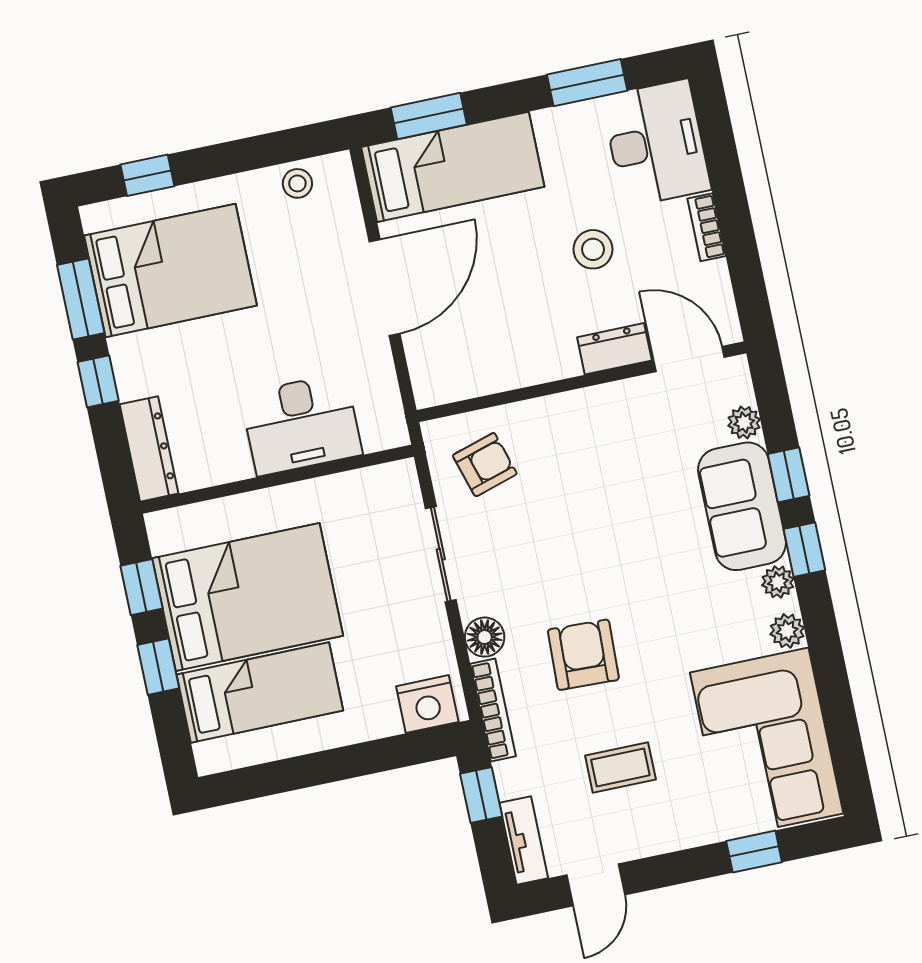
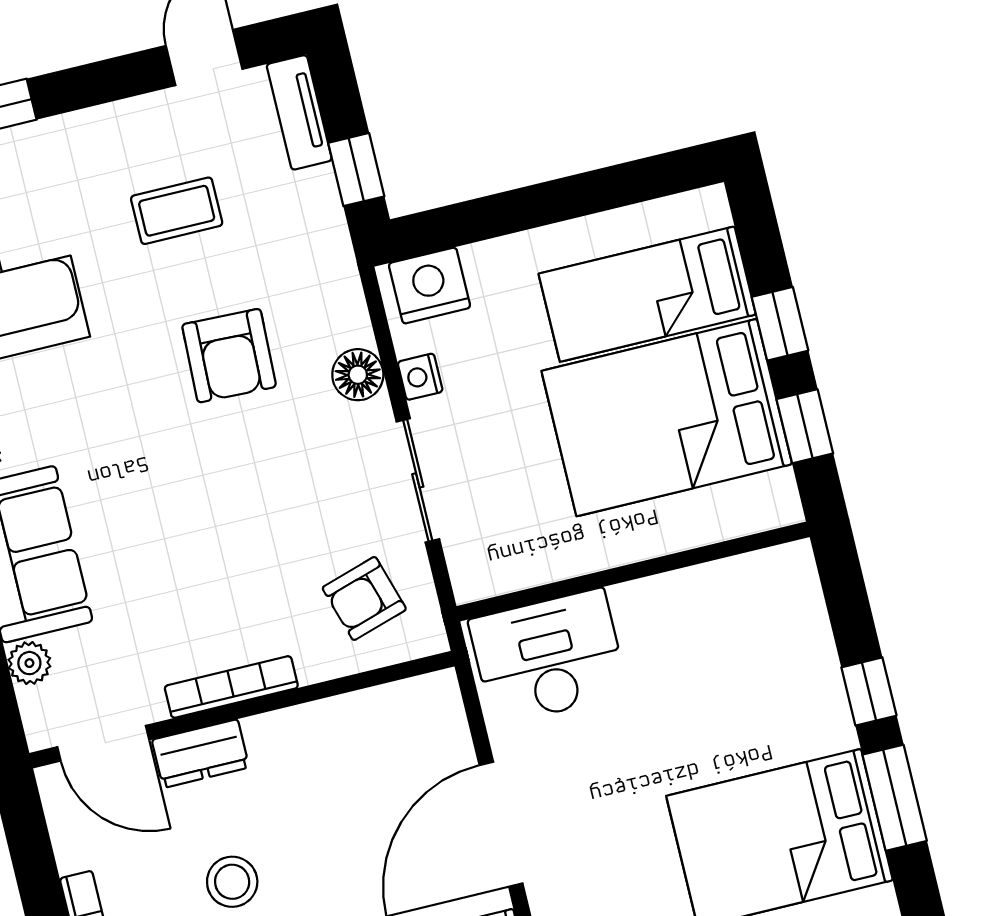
desk: (301, 424) -> (548, 657), moved
dresser: (149, 449) -> (800, 606), removed
nightstand: (437, 634) -> (420, 377), added
bookcase: (493, 710) -> (231, 687), moved, turned 90

